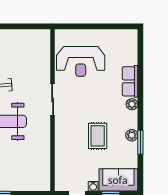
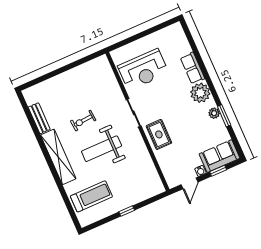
plant: (132, 104) -> (200, 93), width x1.87, depth x1.87
rug: (98, 136) -> (159, 134), moved

